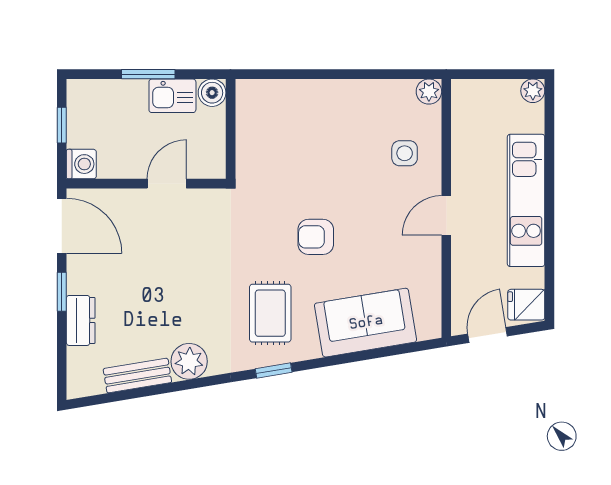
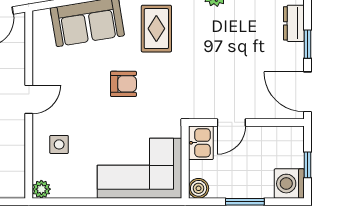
kitchen sink: (172, 96) -> (201, 143), moved, turned 90
corner sofa: (293, 120) -> (140, 168), added
washing machine: (81, 164) -> (289, 184), moved, width x1.38, depth x1.38

